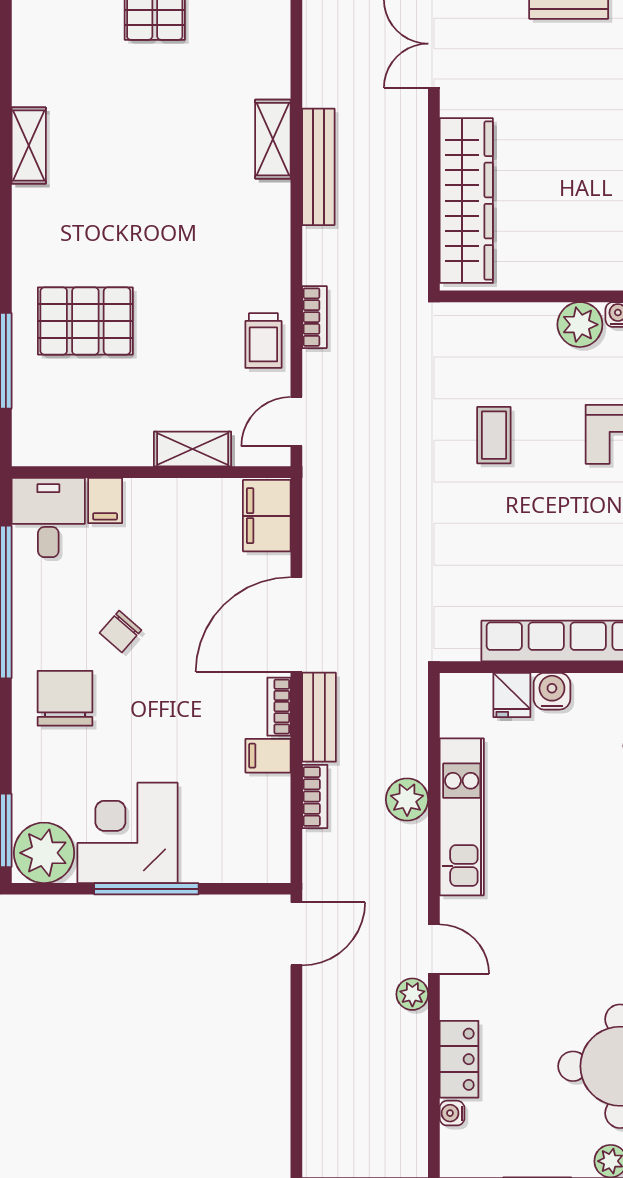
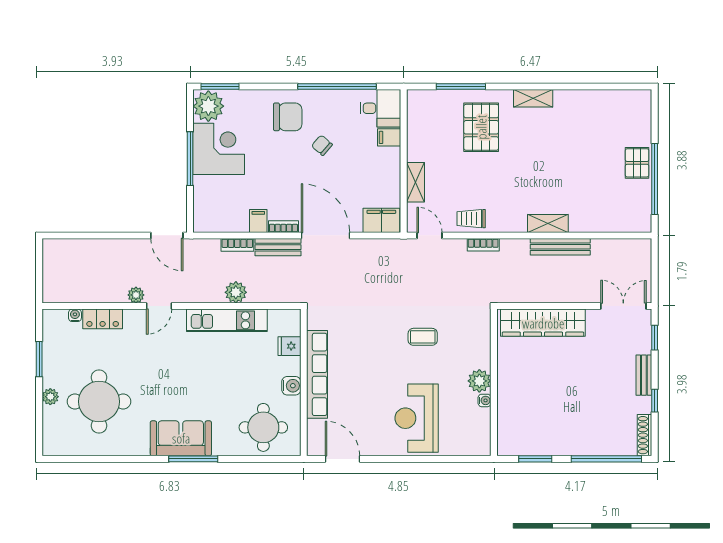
shelving: (273, 139) -> (548, 223), moved
shelving: (29, 146) -> (533, 98), moved
water cooler: (552, 691) -> (291, 386), moved

